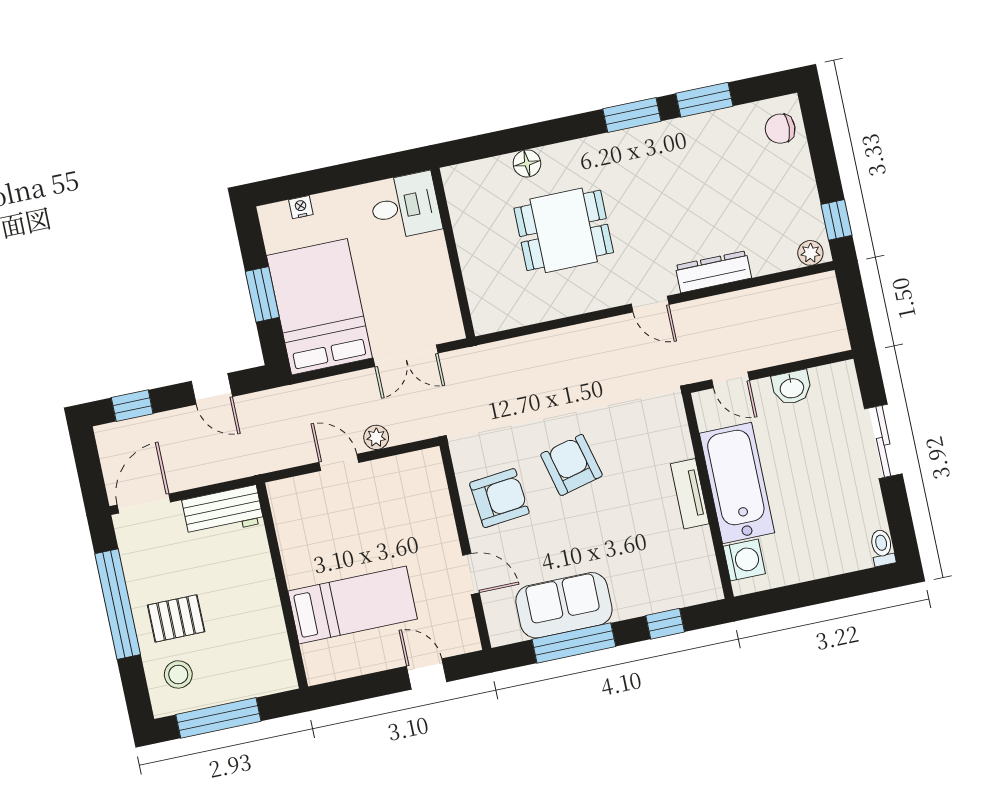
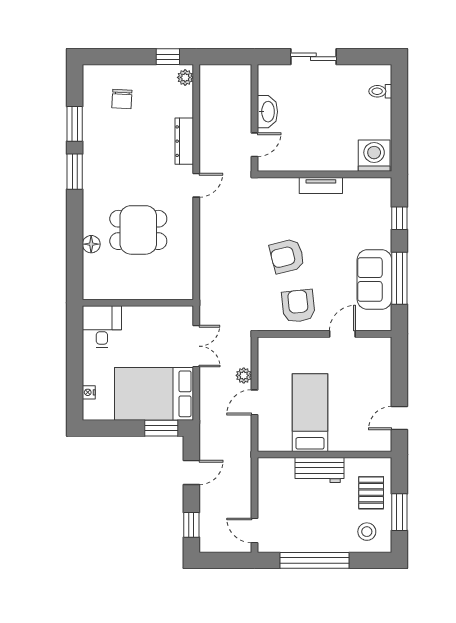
chair: (780, 129) -> (122, 99), moved
dining table: (564, 230) -> (138, 230), turned 90
window: (262, 294) -> (161, 428), moved
washbasin: (792, 387) -> (267, 112), width x1.38
bathtub: (737, 483) -> (320, 154), removed
door: (144, 504) -> (255, 531), width x0.73
workbench: (223, 512) -> (319, 470), moved, turned 90
toilet: (882, 548) -> (380, 91), moved
washing machine: (744, 560) -> (374, 156), width x1.37, depth x1.37
bed: (353, 605) -> (310, 413), moved
pallet: (176, 618) -> (371, 493), moved
door: (427, 674) -> (399, 418), moved
window: (218, 718) -> (399, 512), width x0.69

